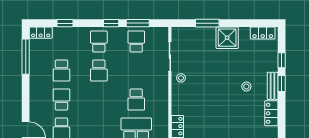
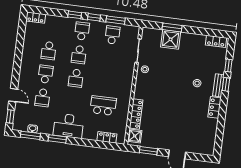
window: (65, 23) -> (75, 15), moved
shower: (227, 38) -> (171, 39), moved
window: (26, 57) -> (21, 36), removed
school desk: (136, 99) -> (76, 78), moved

